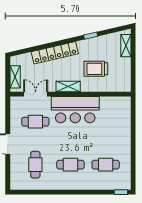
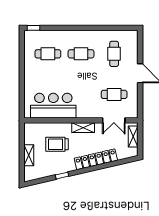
shelving: (126, 46) -> (29, 155), moved
trolley: (96, 69) -> (57, 144), turned 180
bar counter: (75, 110) -> (53, 106), moved

